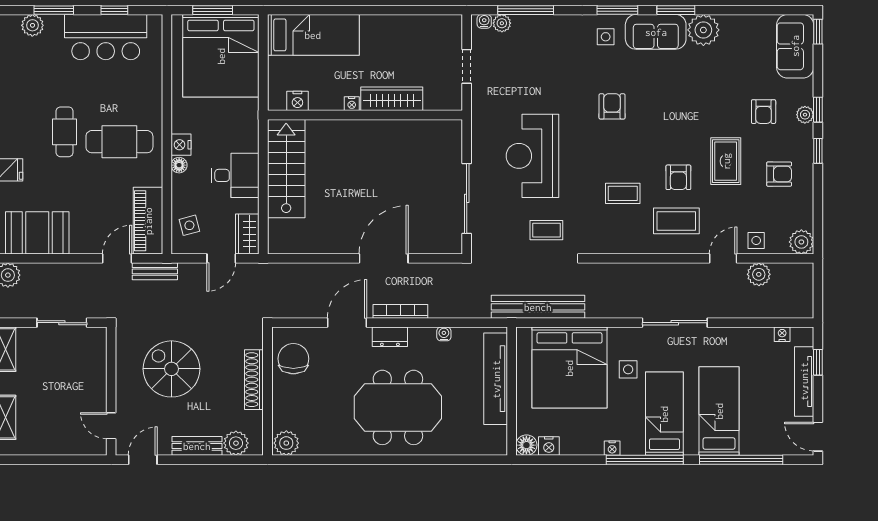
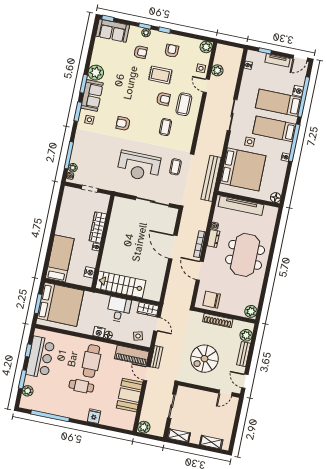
booth: (37, 233) -> (130, 395), moved
dresser: (390, 337) -> (213, 238), moved
tv unit: (804, 381) -> (277, 60), width x0.71
nightstand: (549, 446) -> (298, 91), moved

